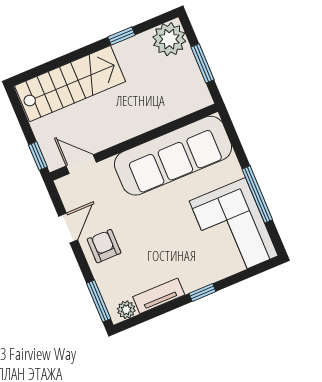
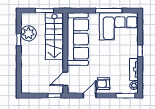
plant: (169, 39) -> (28, 33), moved
stairs: (70, 84) -> (54, 36), moved, turned 180
door: (68, 228) -> (90, 96), hinge flipped

